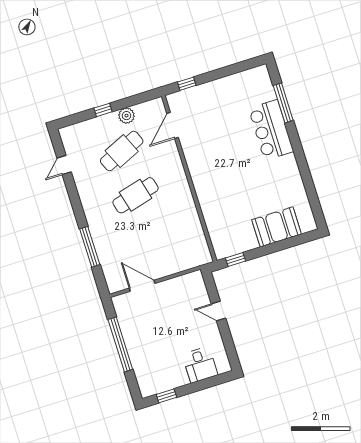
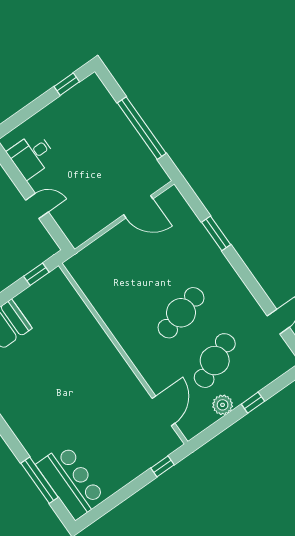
bar counter: (271, 130) -> (71, 482), moved
window: (90, 247) -> (216, 233), width x0.69
desk: (200, 365) -> (32, 155), moved, turned -90

